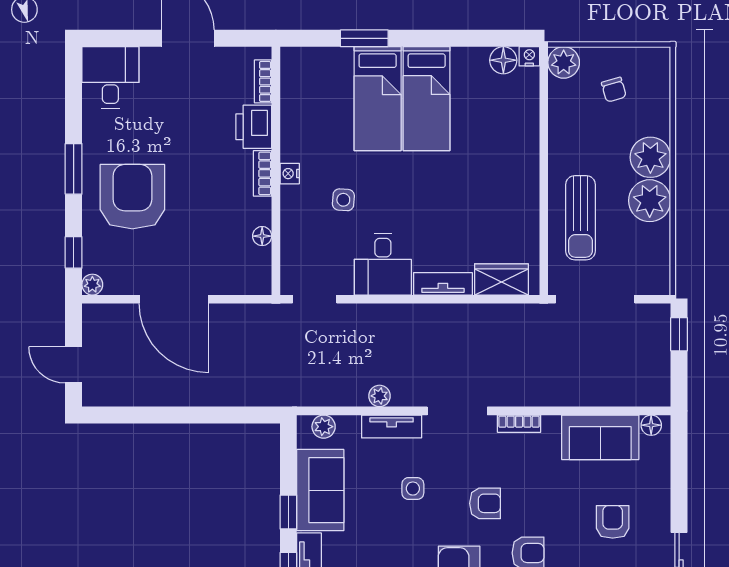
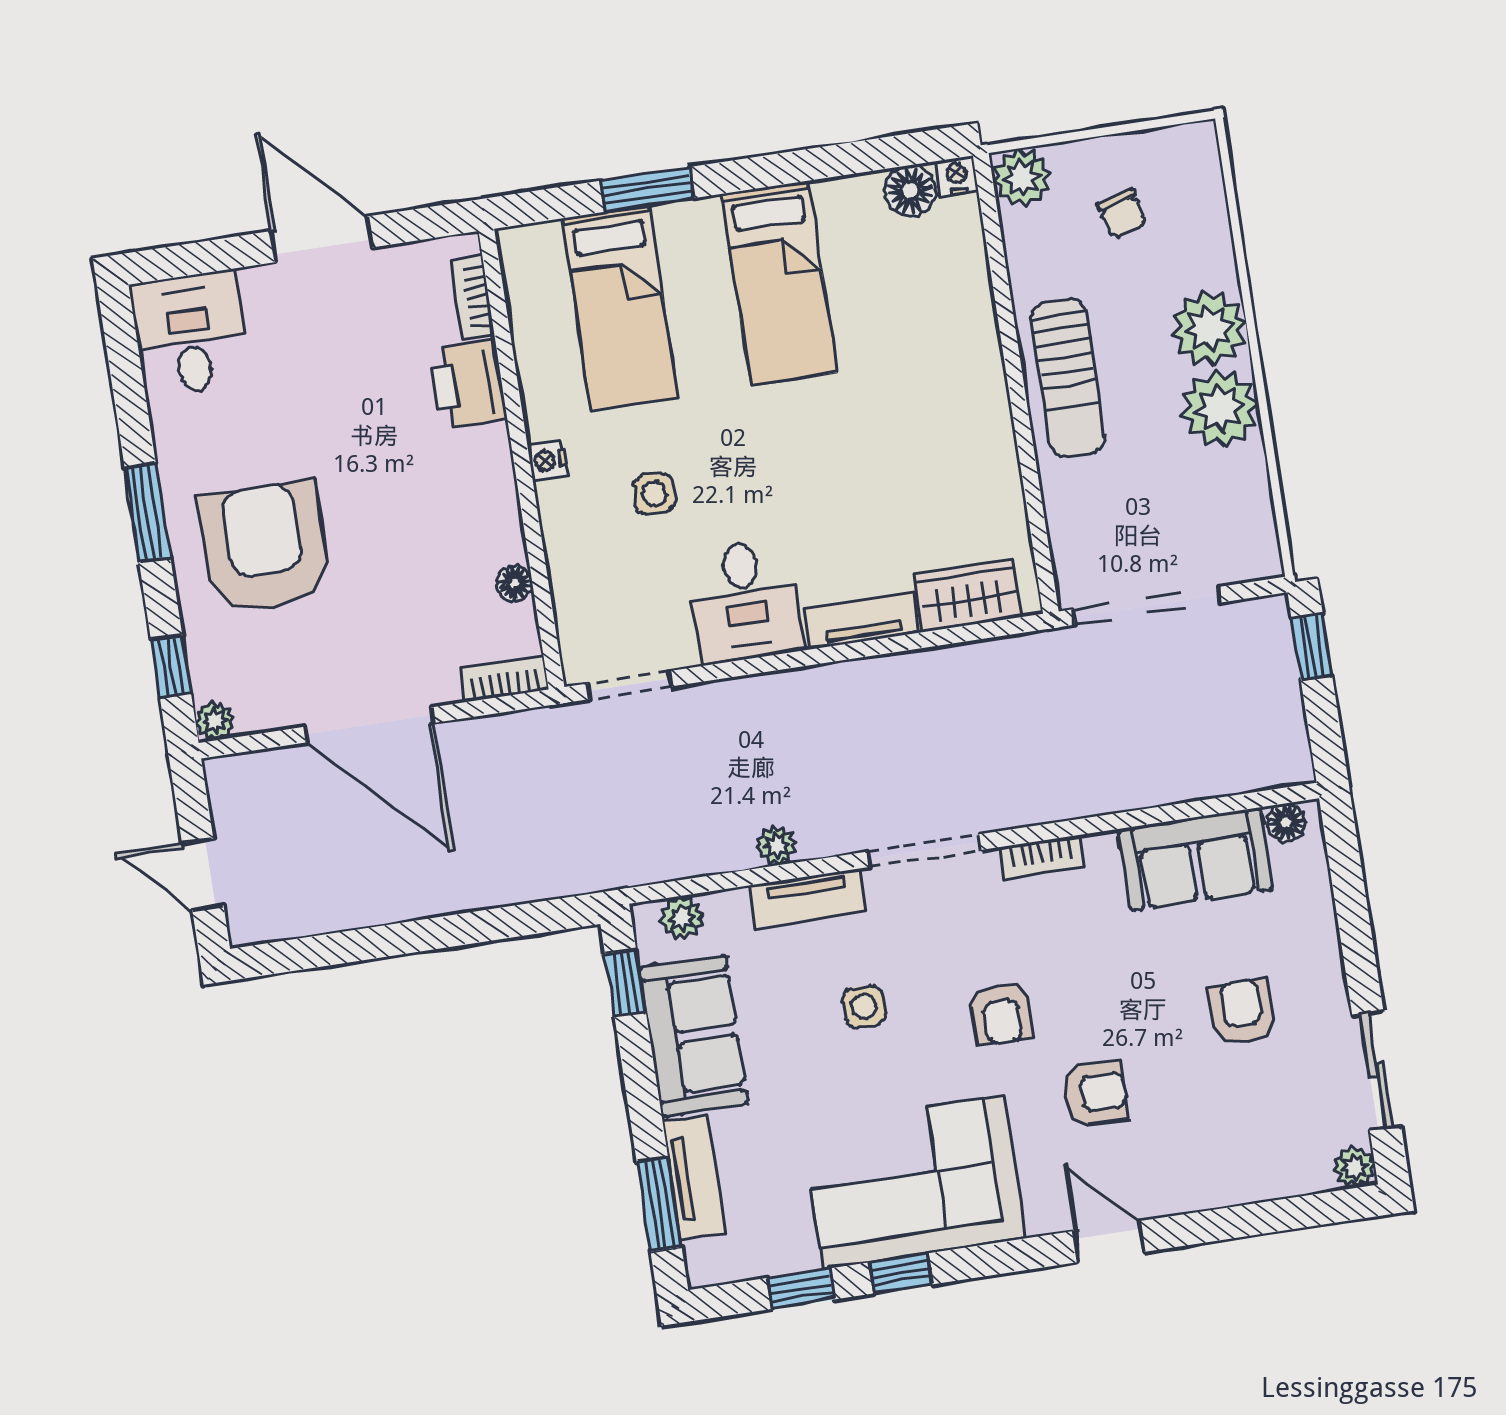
bed: (378, 99) -> (620, 308), moved
bookcase: (263, 173) -> (504, 679), moved, turned 90
sun lounger: (581, 218) -> (1068, 378), moved
armchair: (485, 503) -> (1002, 1014), turned 90
window: (288, 512) -> (625, 983), moved

